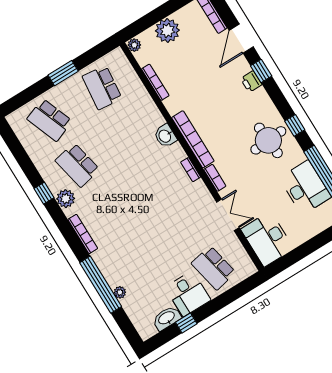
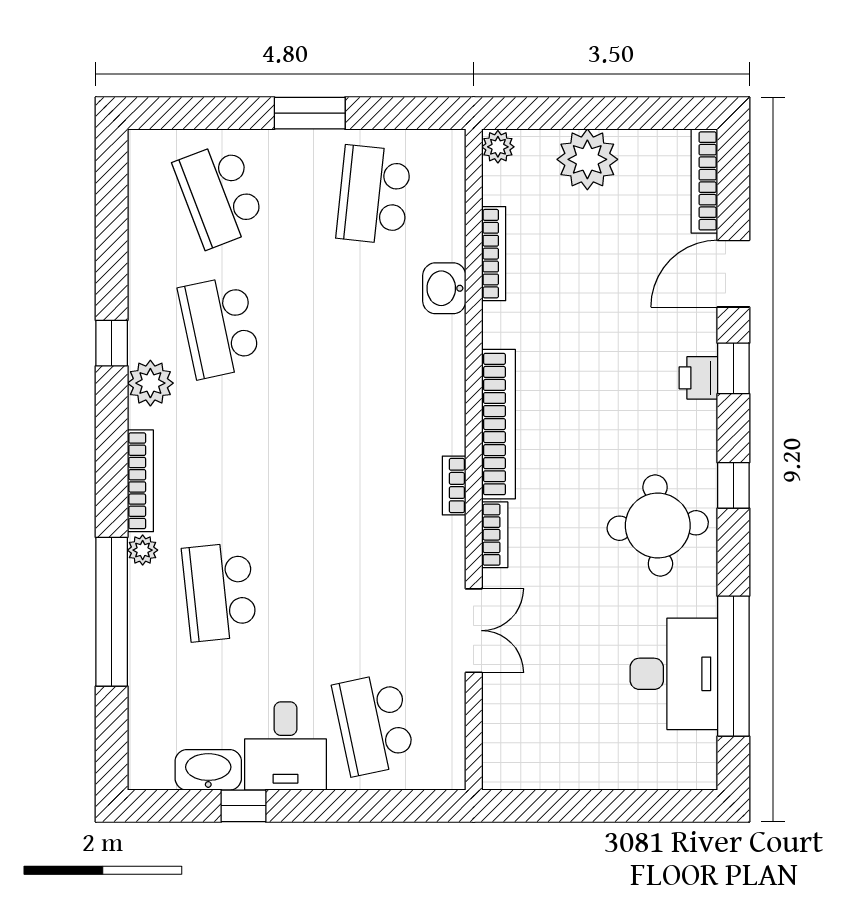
window: (295, 125) -> (733, 485), moved
washbasin: (165, 136) -> (444, 288), moved
desk: (267, 239) -> (526, 733), removed
school desk: (133, 255) -> (219, 592), added
plant: (120, 292) -> (143, 550), moved

